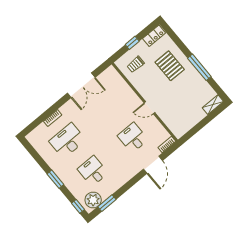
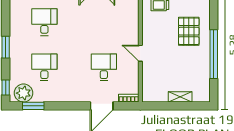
window: (199, 67) -> (214, 54), width x1.46
shelving: (213, 105) -> (180, 97), moved
desk: (67, 141) -> (44, 22), width x0.73

